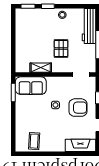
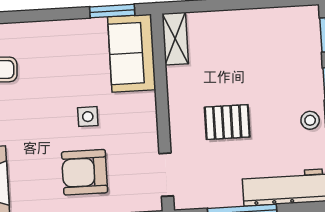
shelving: (41, 68) -> (175, 39), moved
armchair: (78, 108) -> (85, 172), turned 90

